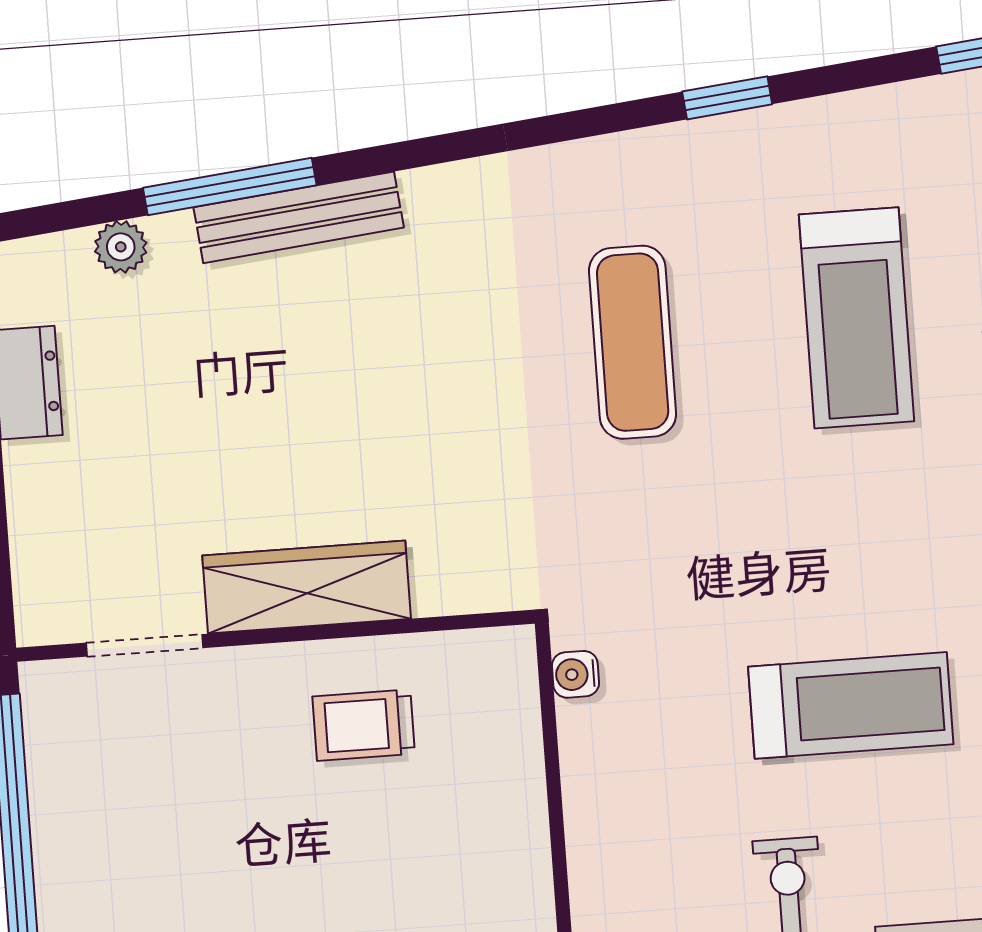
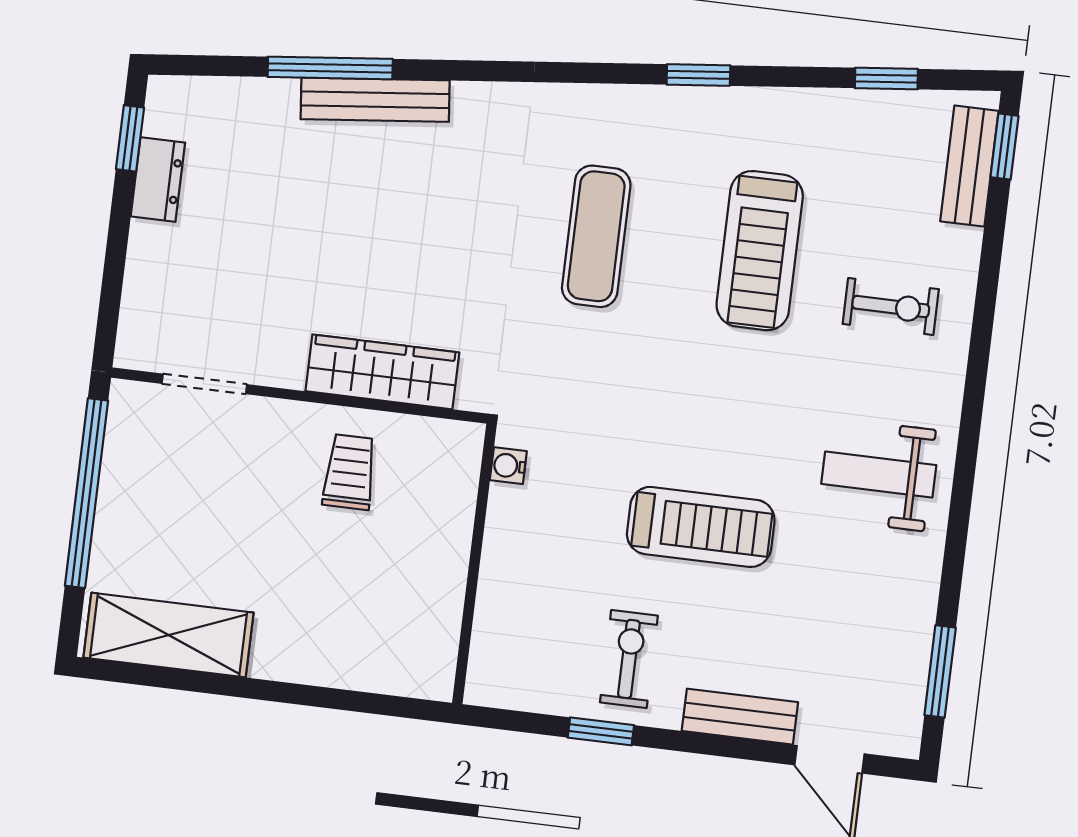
plant: (121, 247) -> (244, 96), removed
wardrobe: (307, 587) -> (382, 372), moved
trolley: (364, 725) -> (350, 472), turned 90

